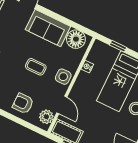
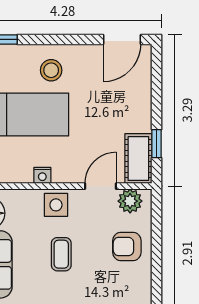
nightstand: (87, 67) -> (42, 175), moved
armchair: (23, 103) -> (127, 247), turned 90

